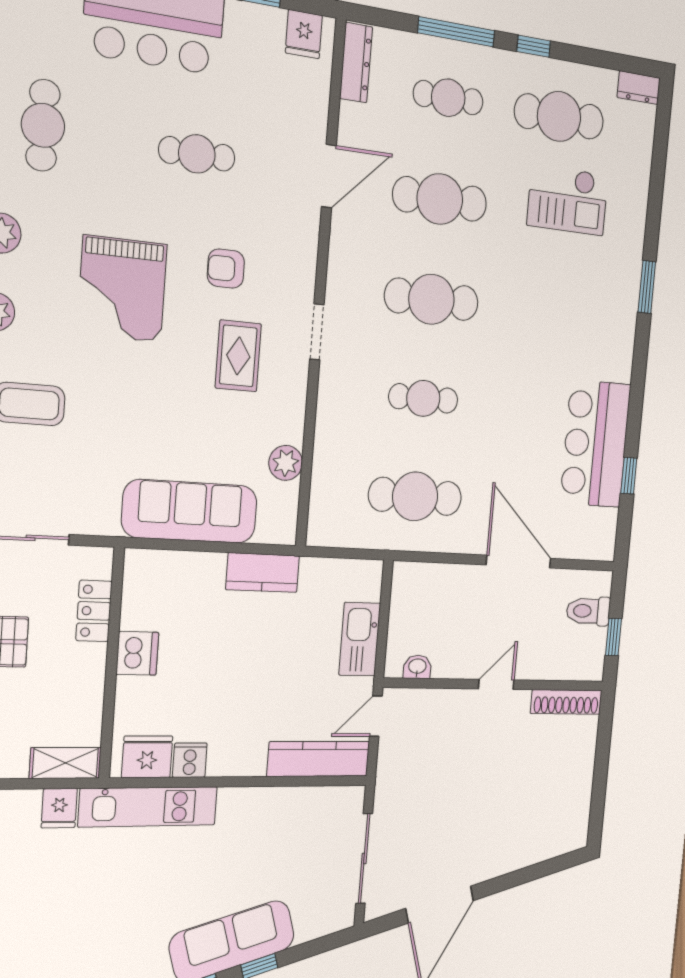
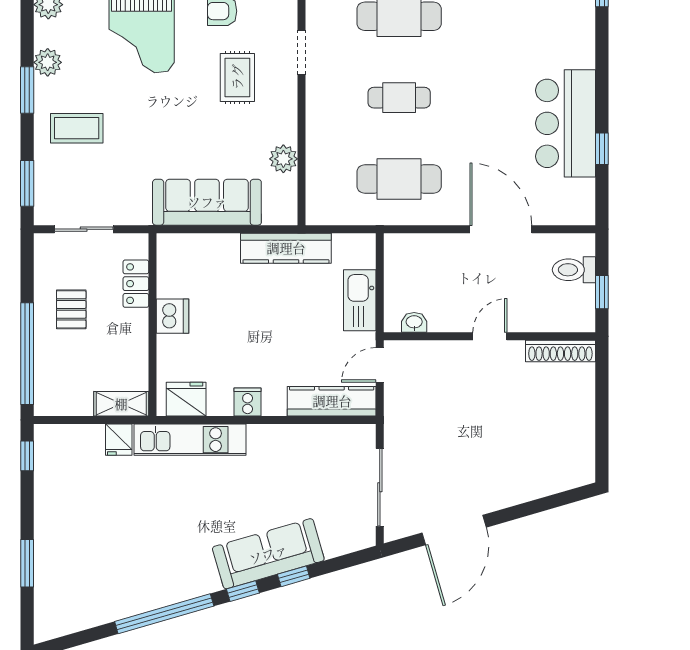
kitchen counter: (263, 573) -> (286, 248), width x1.50
cooker: (190, 760) -> (248, 402), moved

